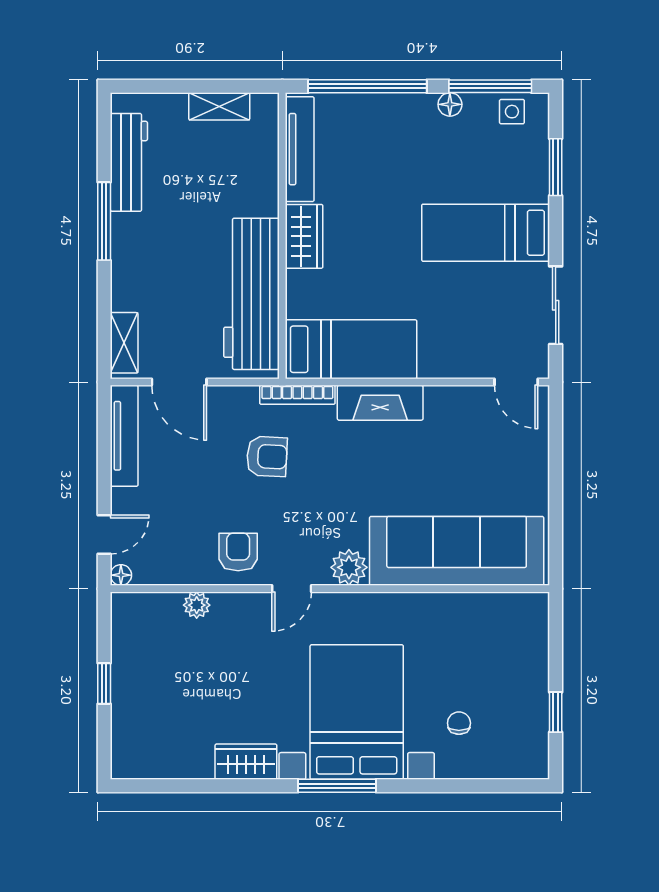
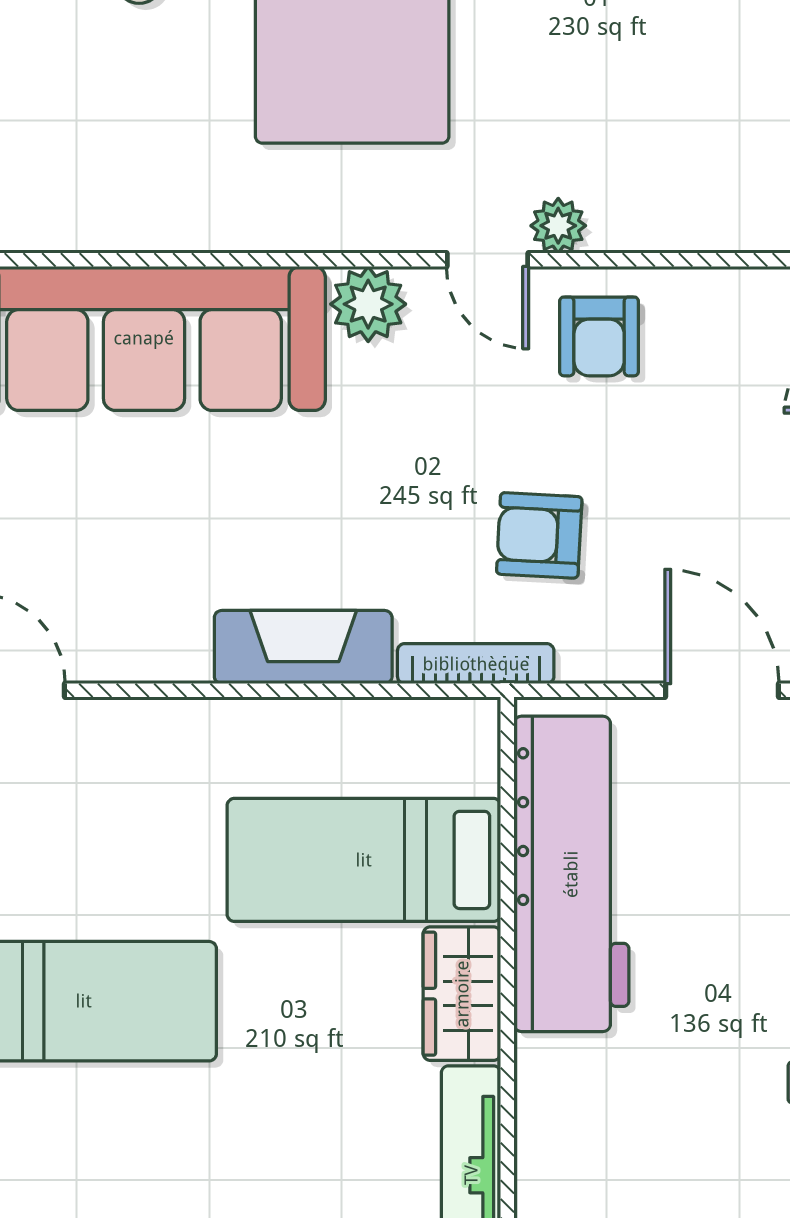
bed: (351, 349) -> (364, 860), moved
door: (292, 589) -> (487, 260), swing flipped
plant: (197, 605) -> (558, 226), moved

